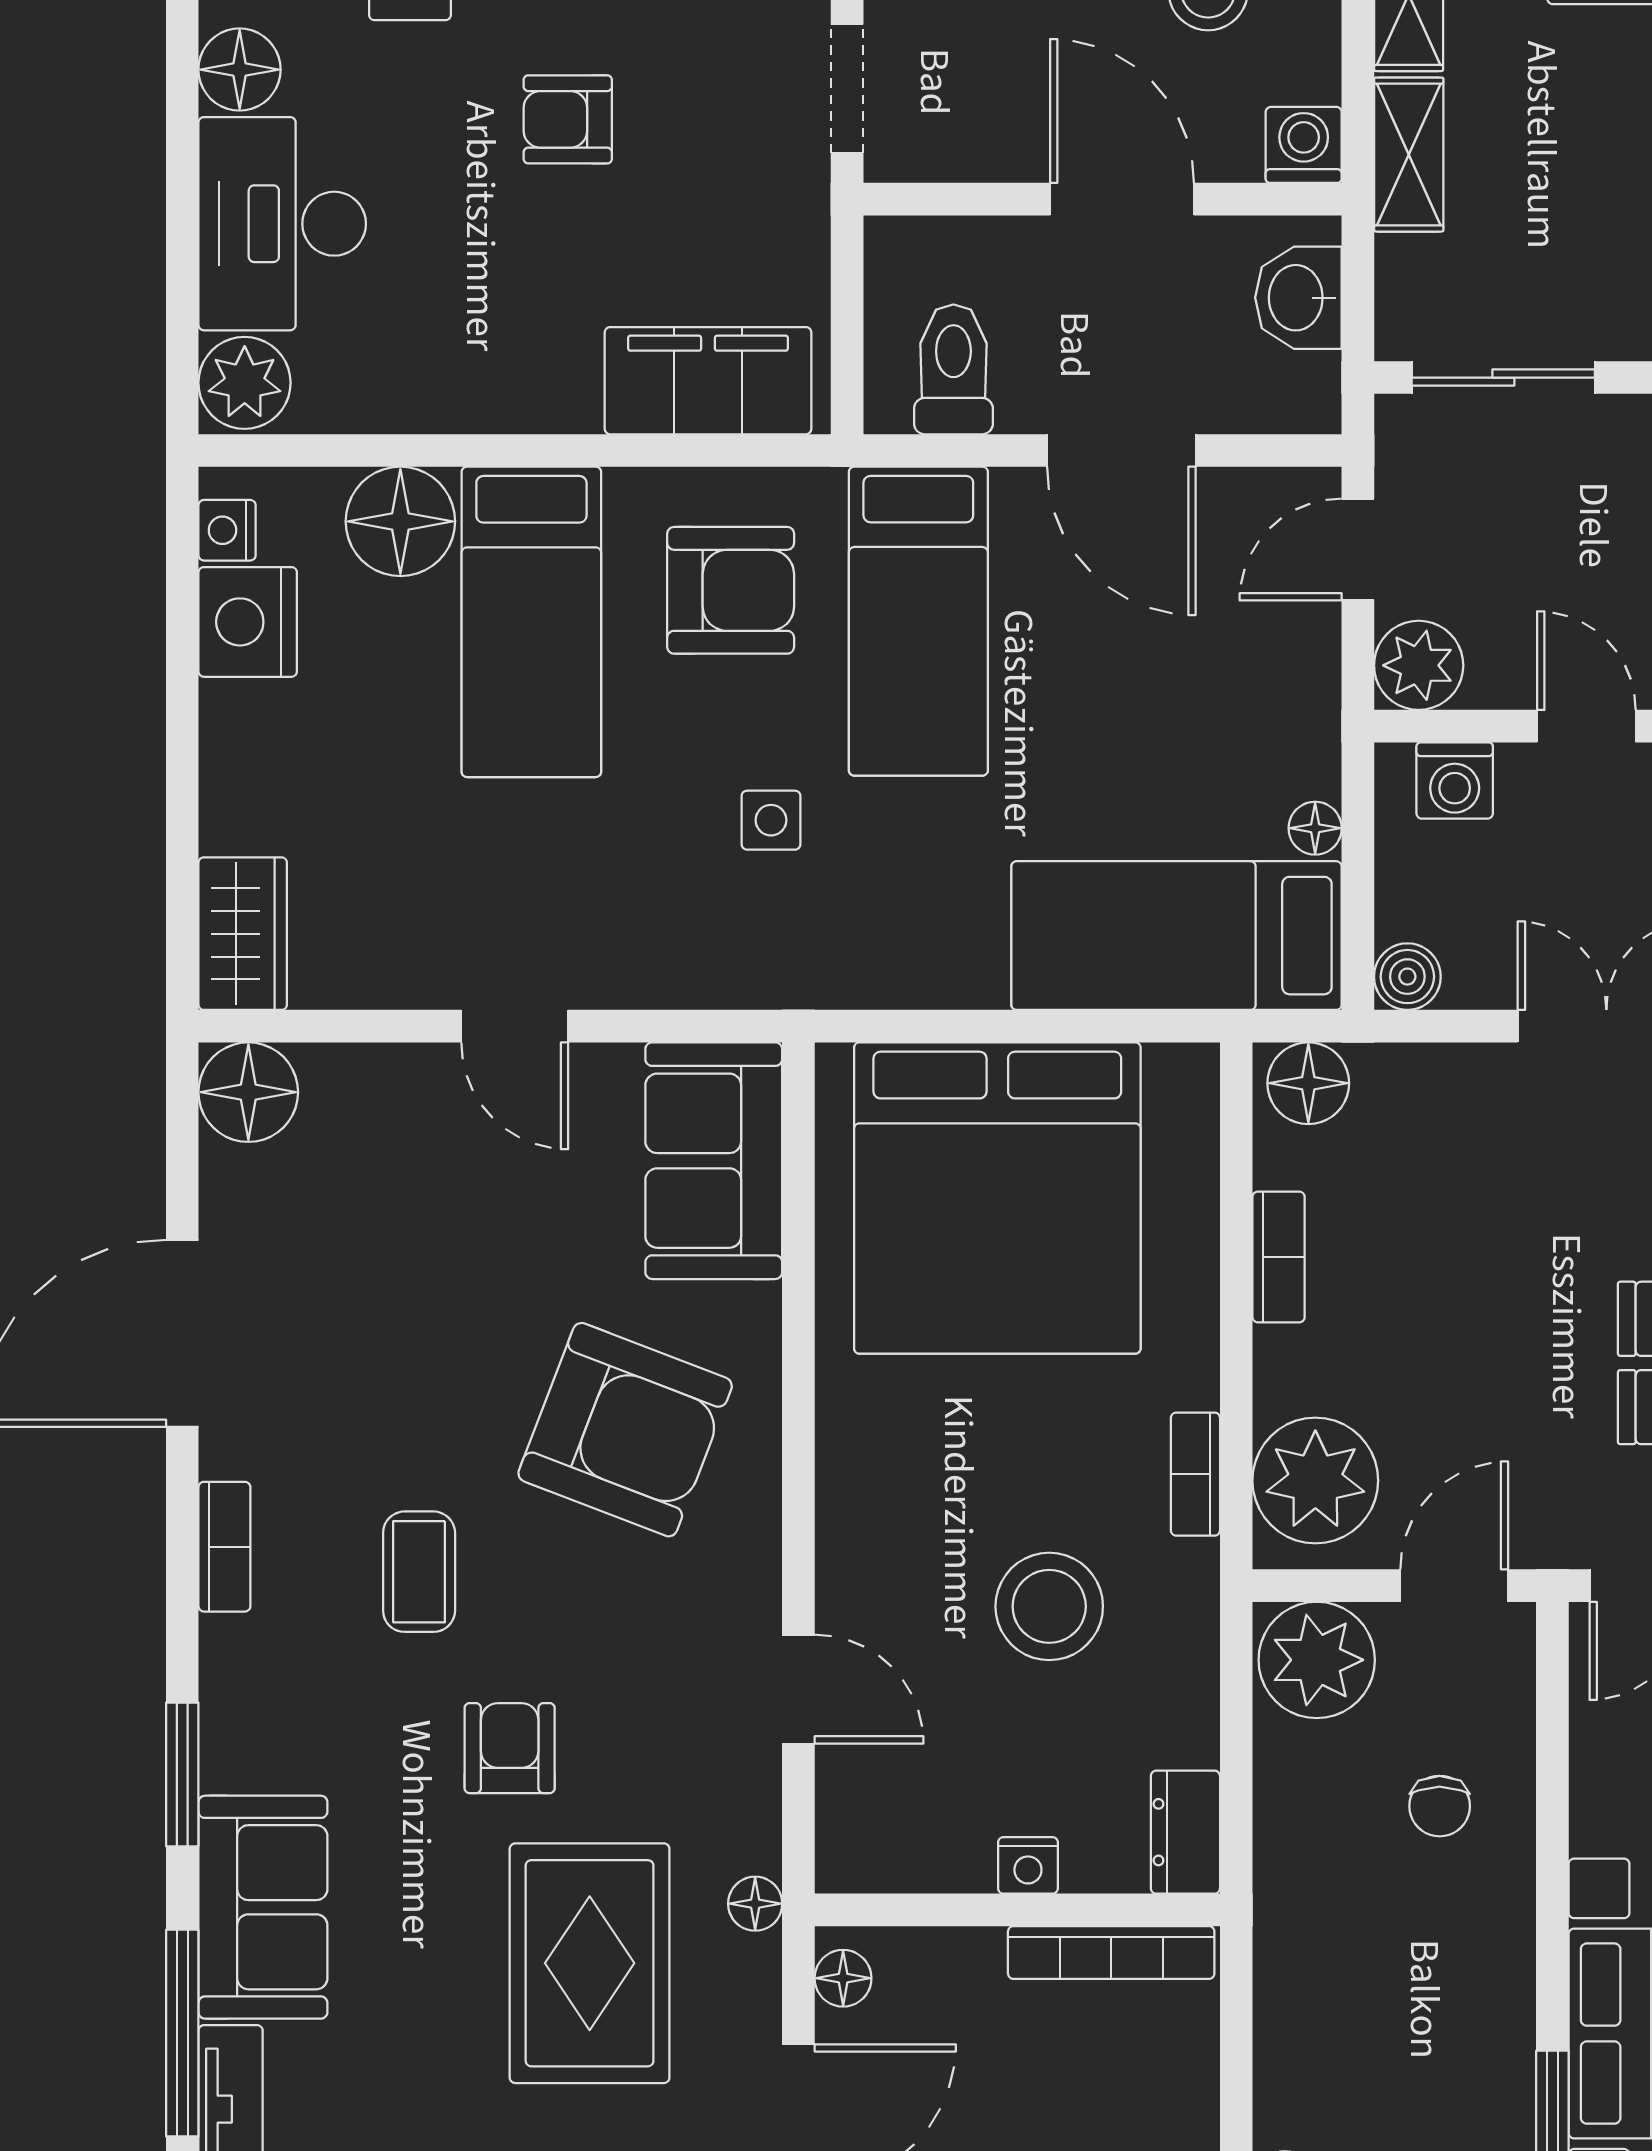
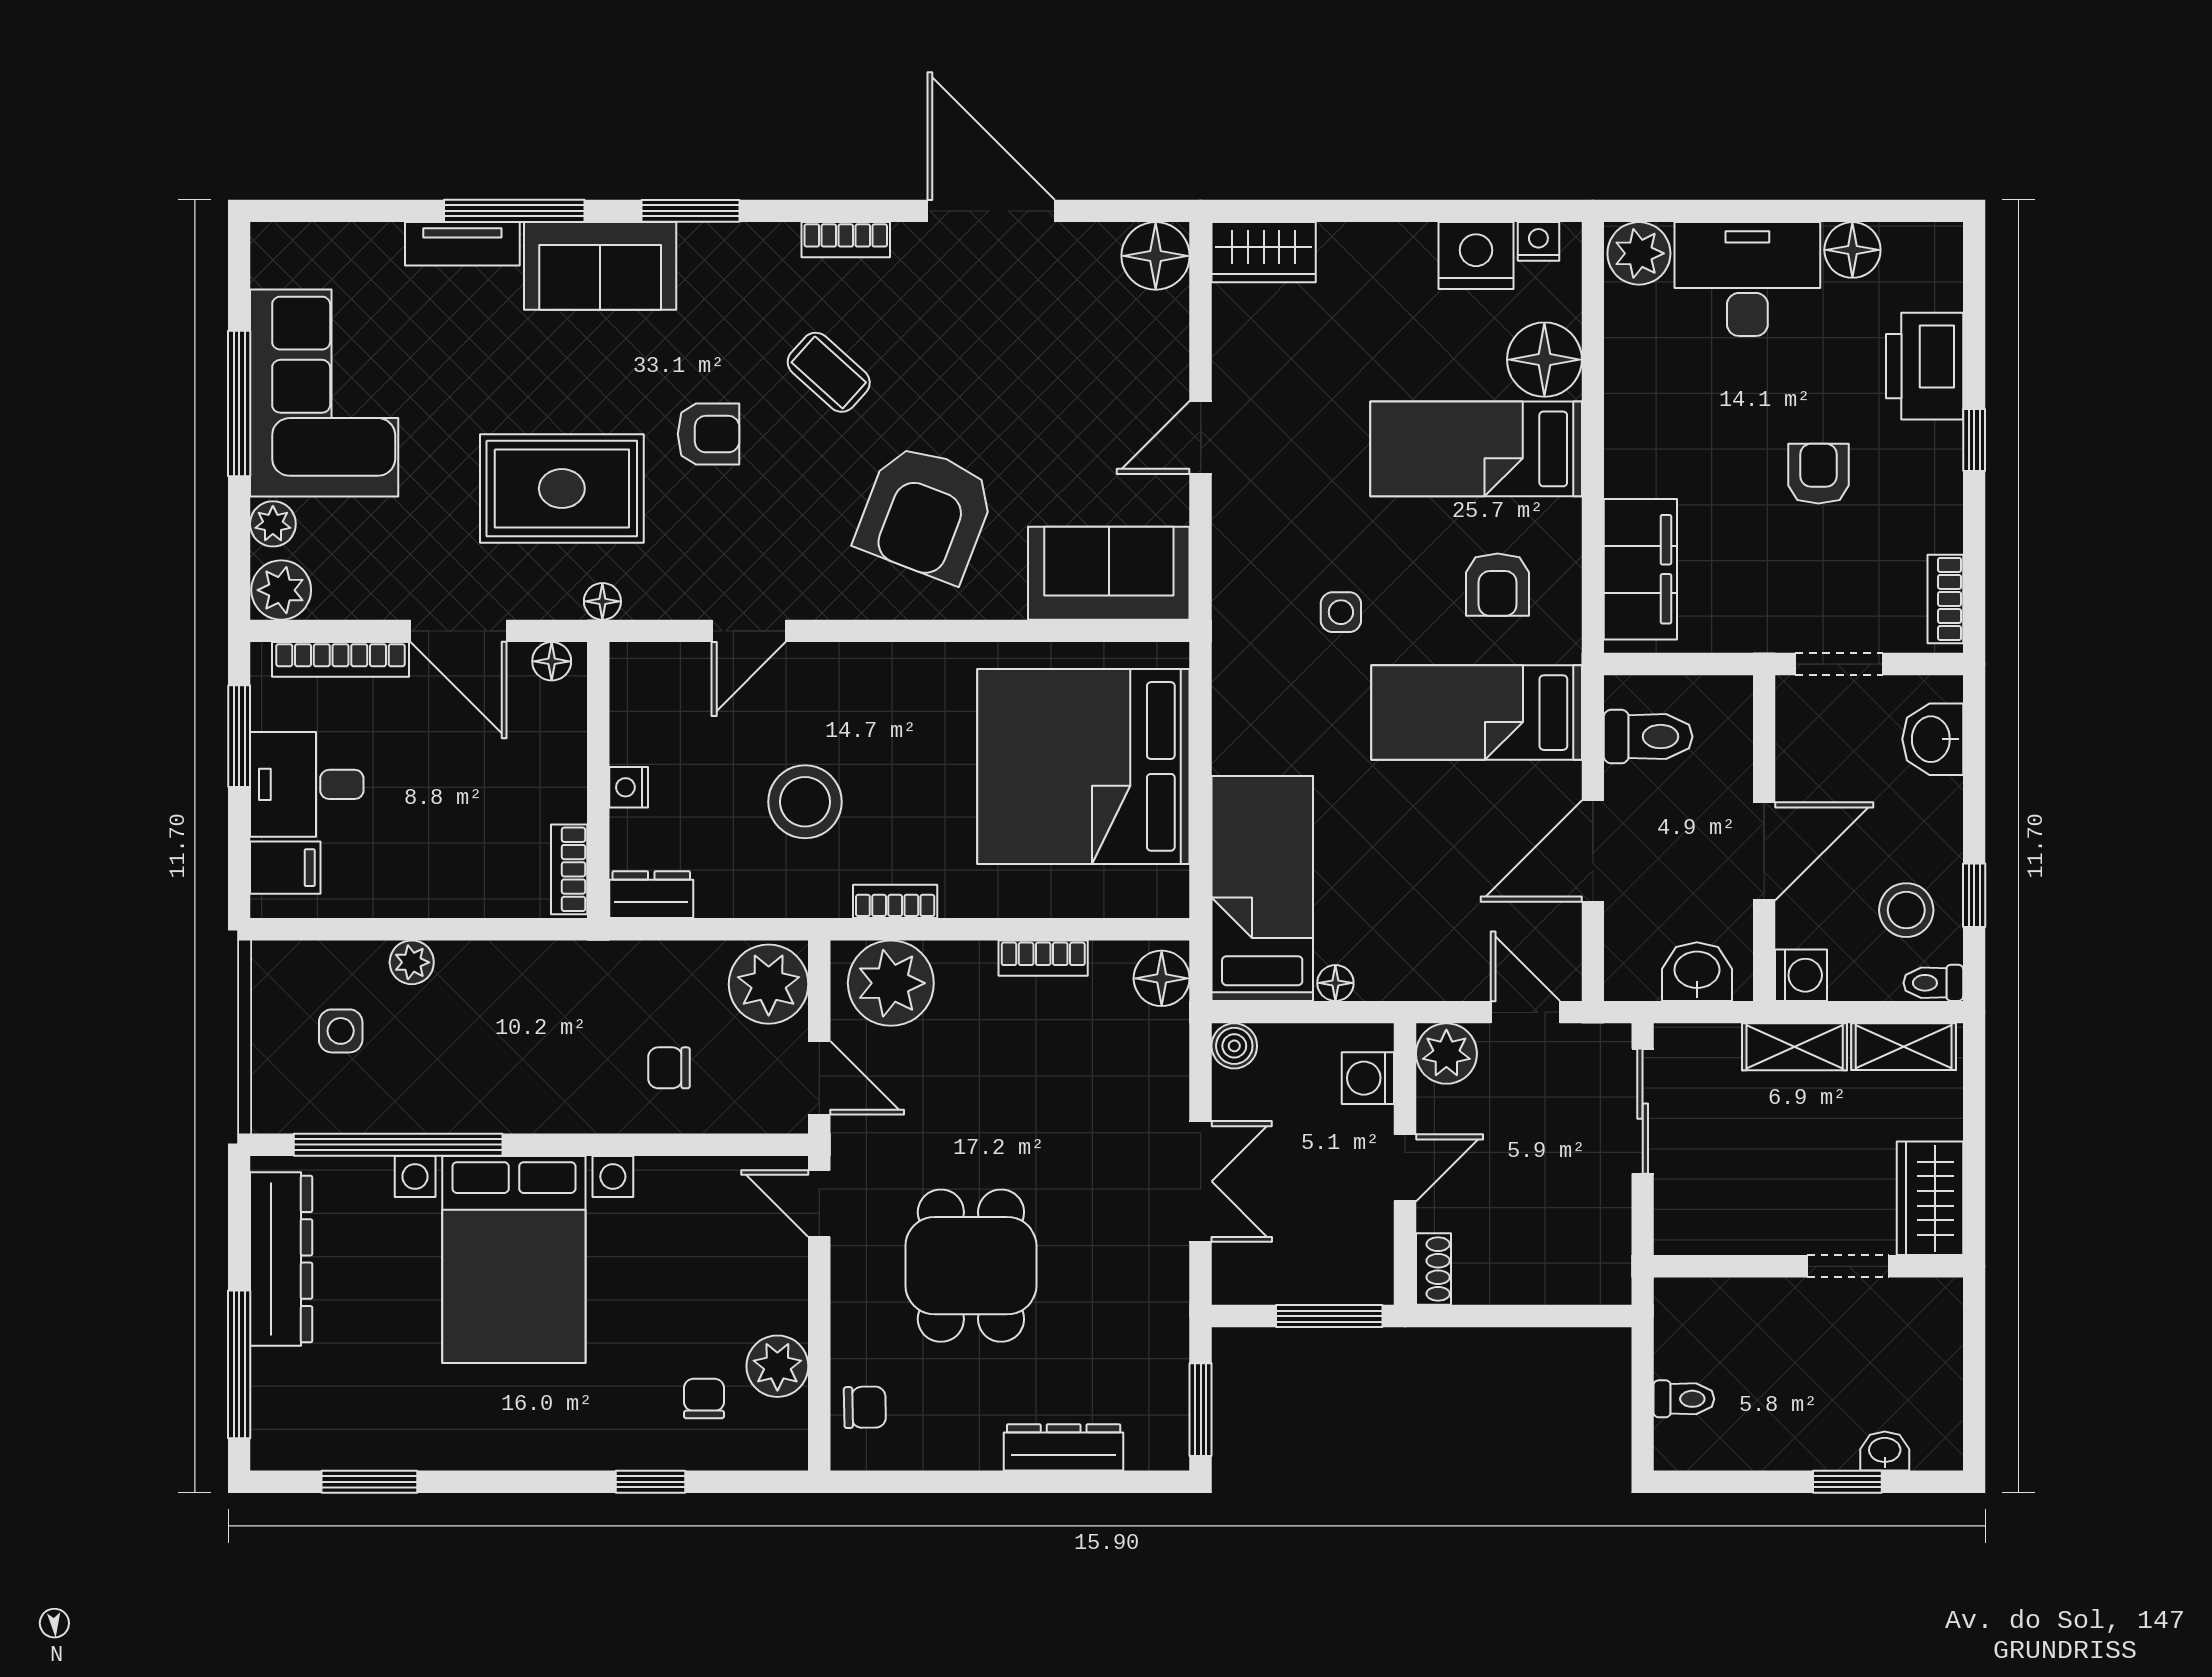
armchair: (731, 590) -> (1498, 585), width x0.72, depth x0.72
coffee table: (419, 1572) -> (829, 372), turned 42
bookcase: (1111, 1952) -> (569, 869), width x0.64

